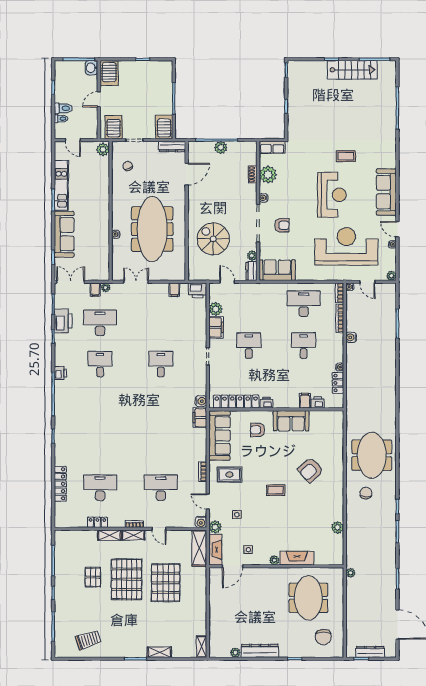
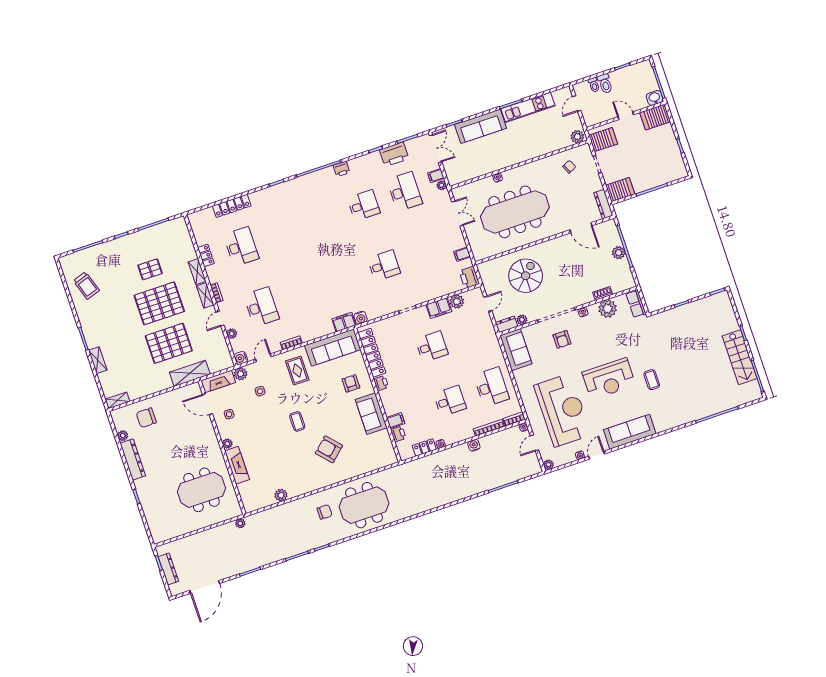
plant: (176, 523) -> (232, 334), added
shelving: (199, 548) -> (190, 373), moved
chair: (323, 637) -> (146, 418), moved

